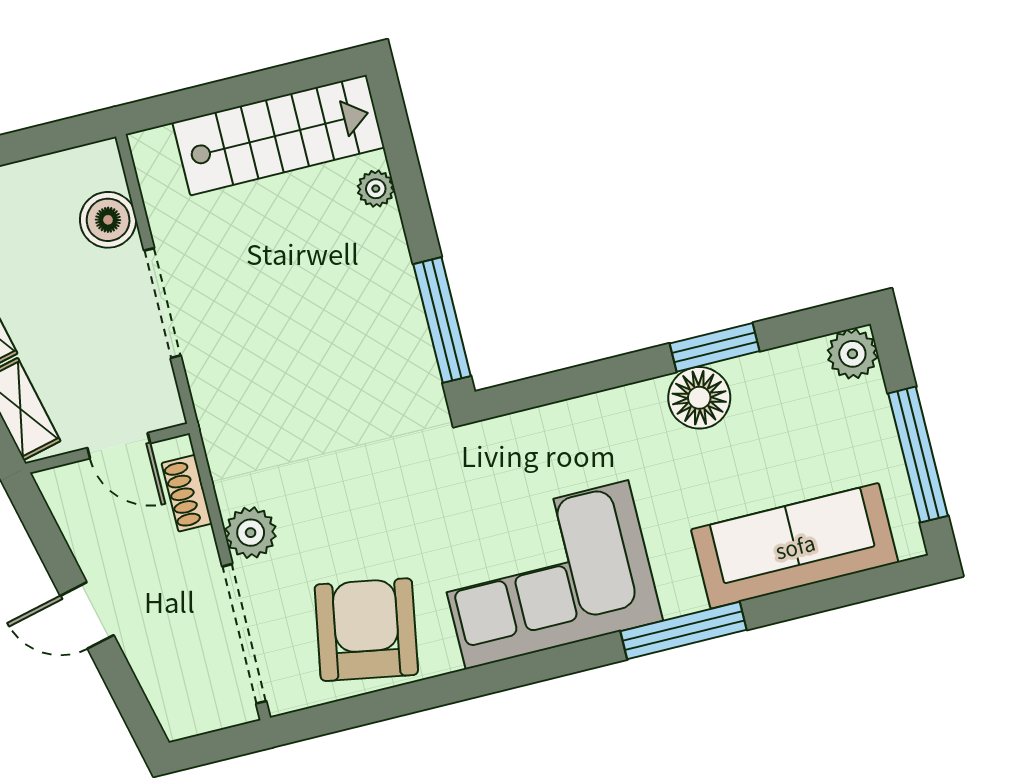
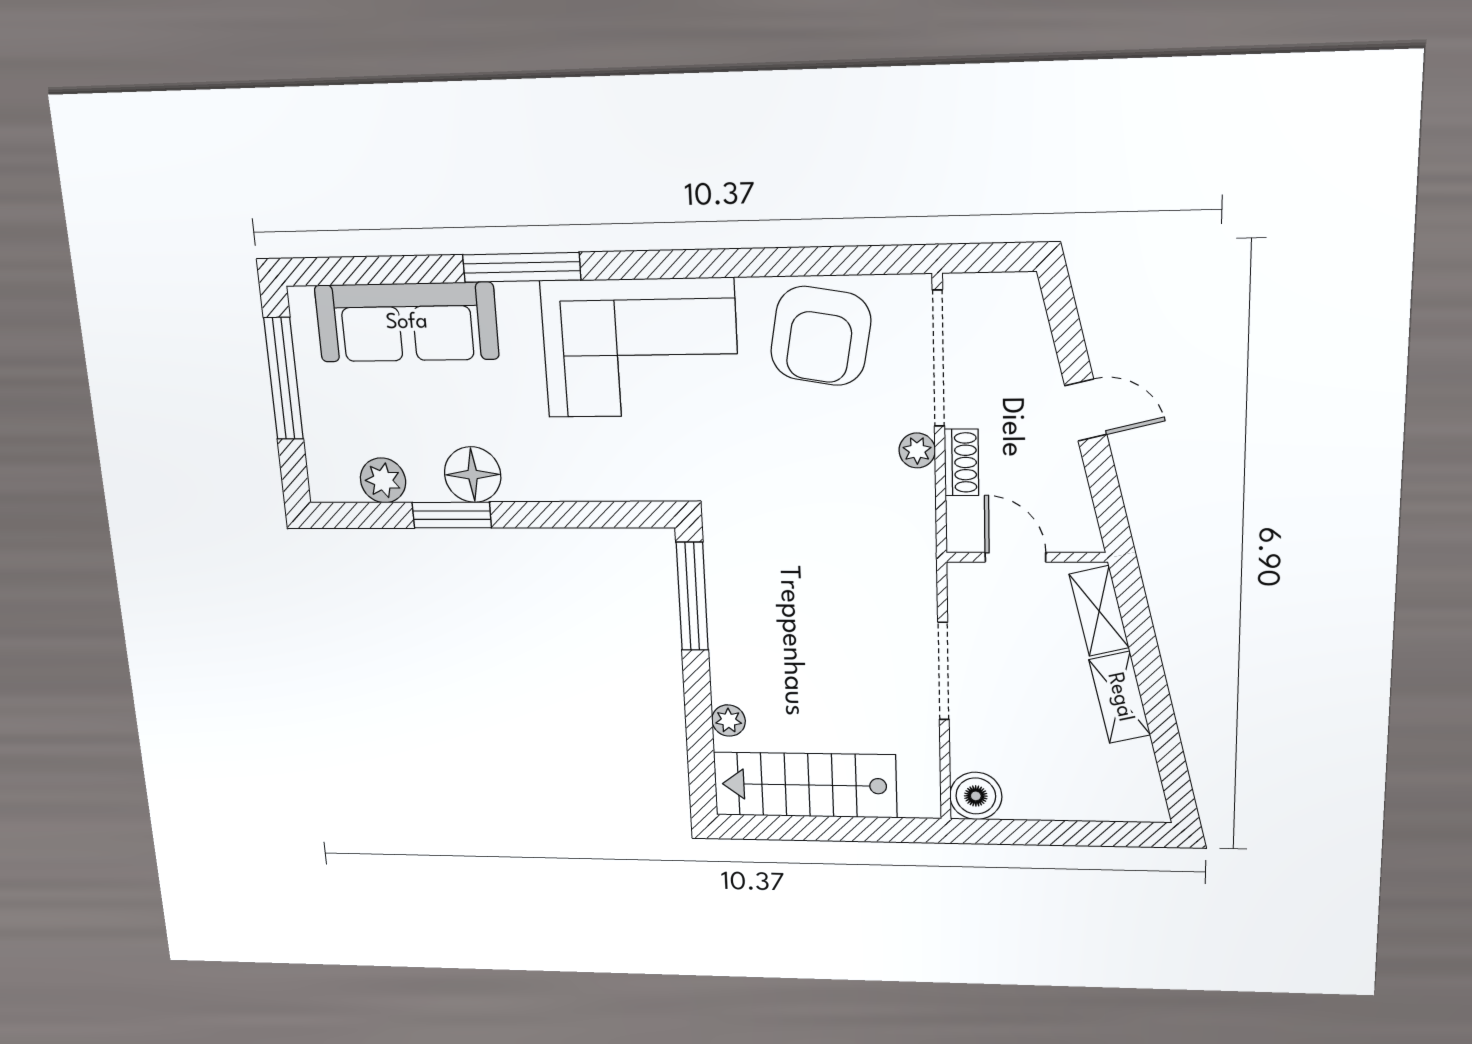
boiler: (108, 220) -> (976, 796), moved
plant: (852, 354) -> (383, 480), moved
shoe rack: (187, 493) -> (962, 462), moved
plant: (251, 533) -> (917, 450), width x0.73, depth x0.73

